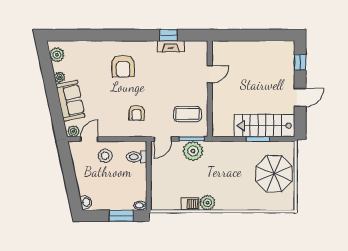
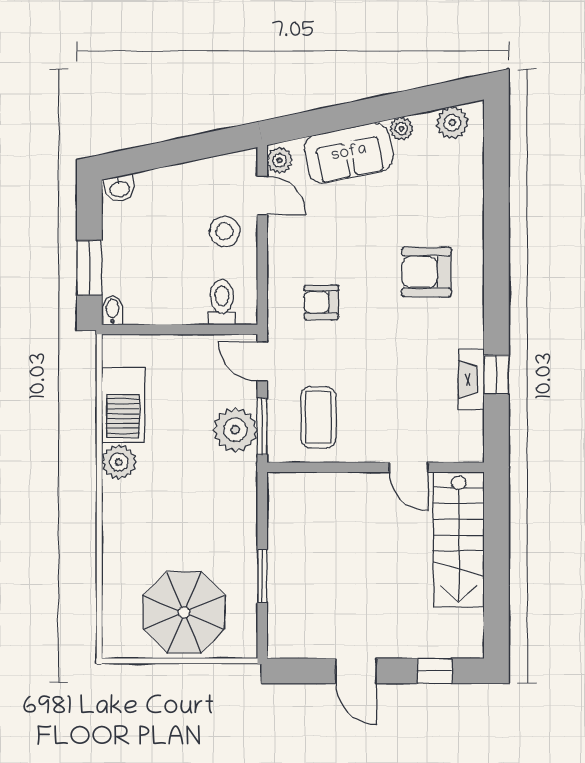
stairs: (265, 126) -> (459, 539), moved, turned 180
barbecue: (190, 204) -> (123, 405), width x1.88, depth x1.53

